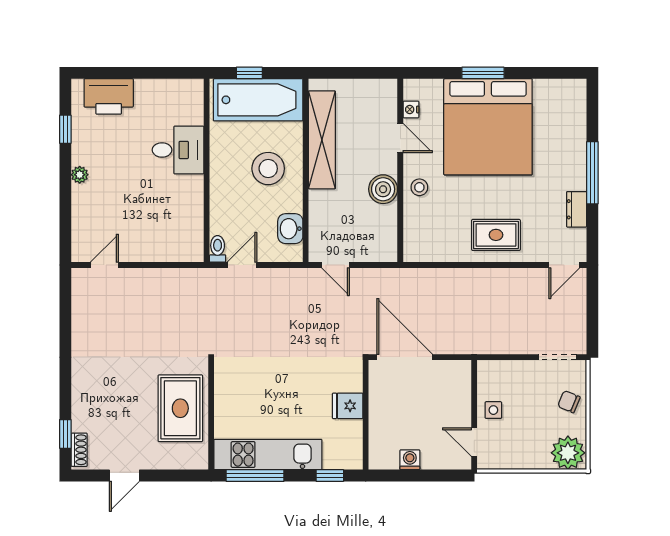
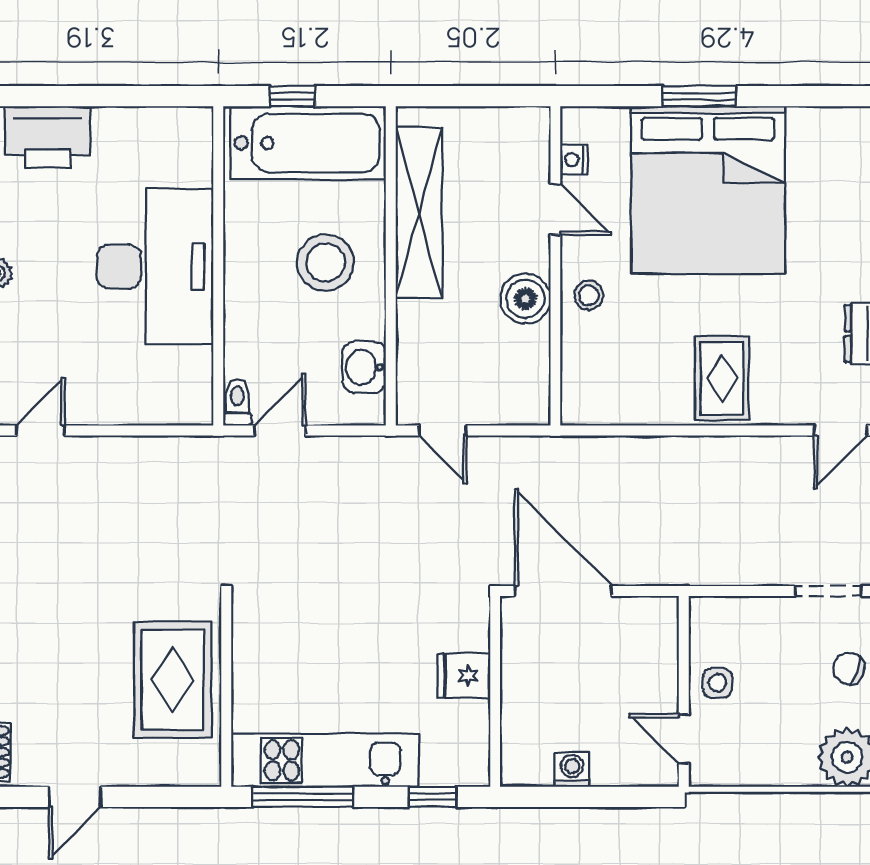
desk: (178, 150) -> (155, 267), width x1.87, depth x1.30
rug: (496, 235) -> (722, 378), turned 90

